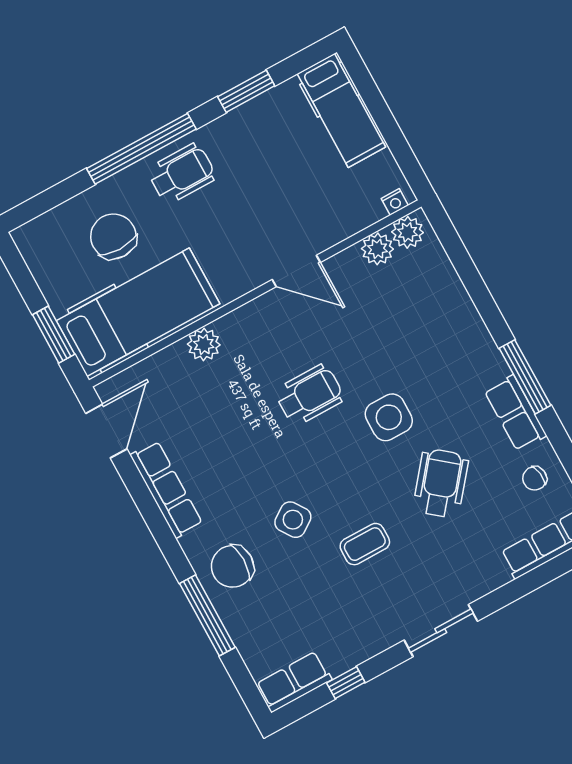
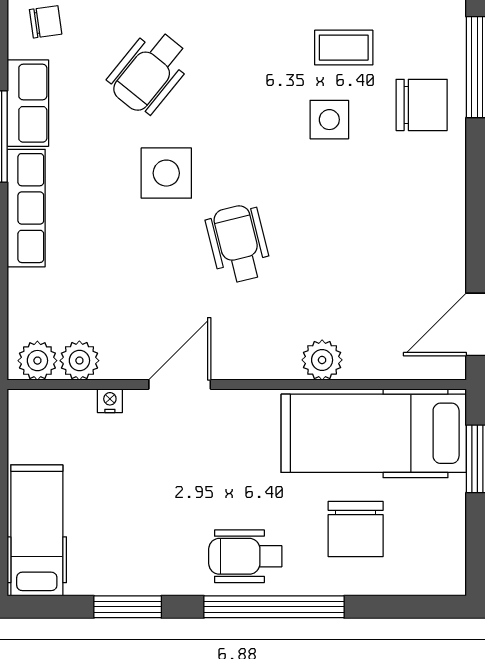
nightstand: (395, 202) -> (110, 401), moved
door: (296, 271) -> (180, 384), hinge flipped
wheelchair: (309, 395) -> (238, 244), turned 76
row of seats: (166, 489) -> (26, 208), moved, turned 180
side table: (293, 520) -> (329, 120), turned 35
coffee table: (365, 544) -> (344, 48), moved

